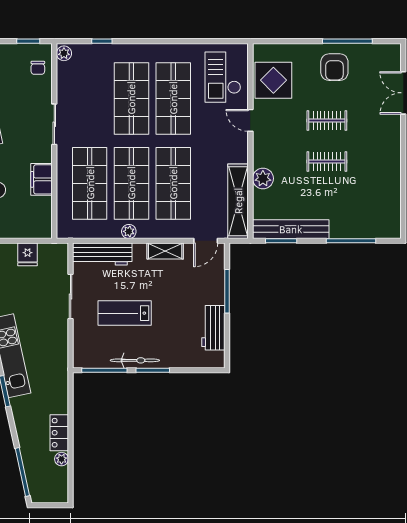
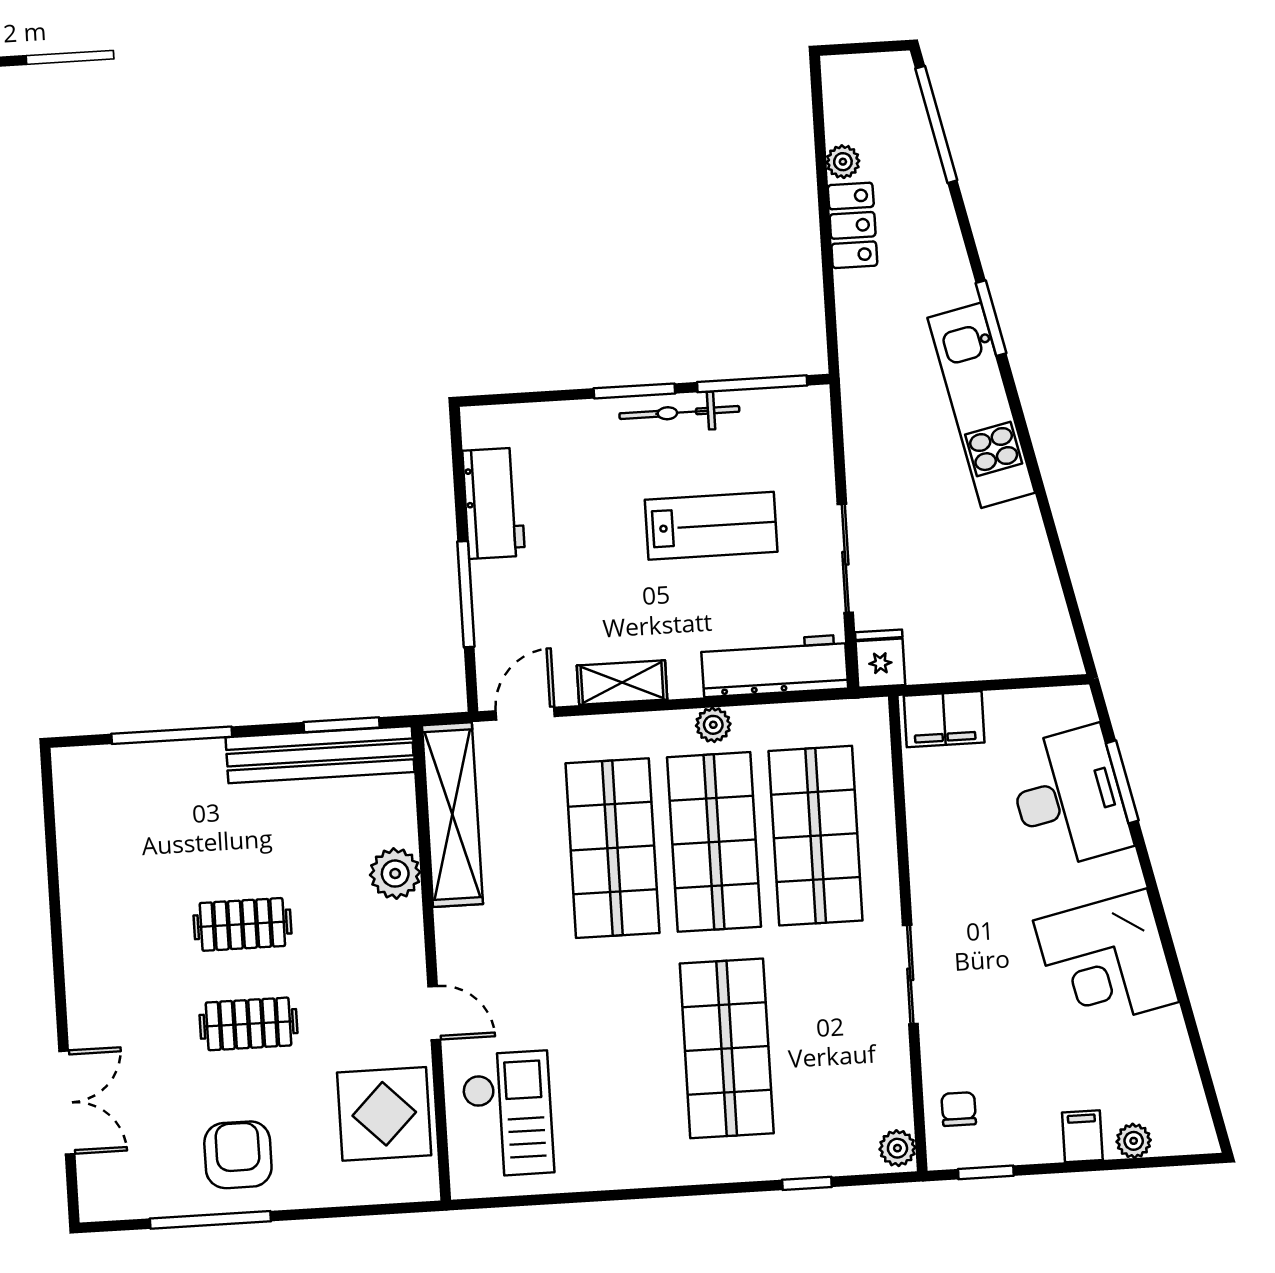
shop shelf: (173, 98) -> (625, 1055), removed
filing cabinet: (42, 179) -> (944, 719), moved, turned 90
fridge: (28, 254) -> (880, 659), moved

